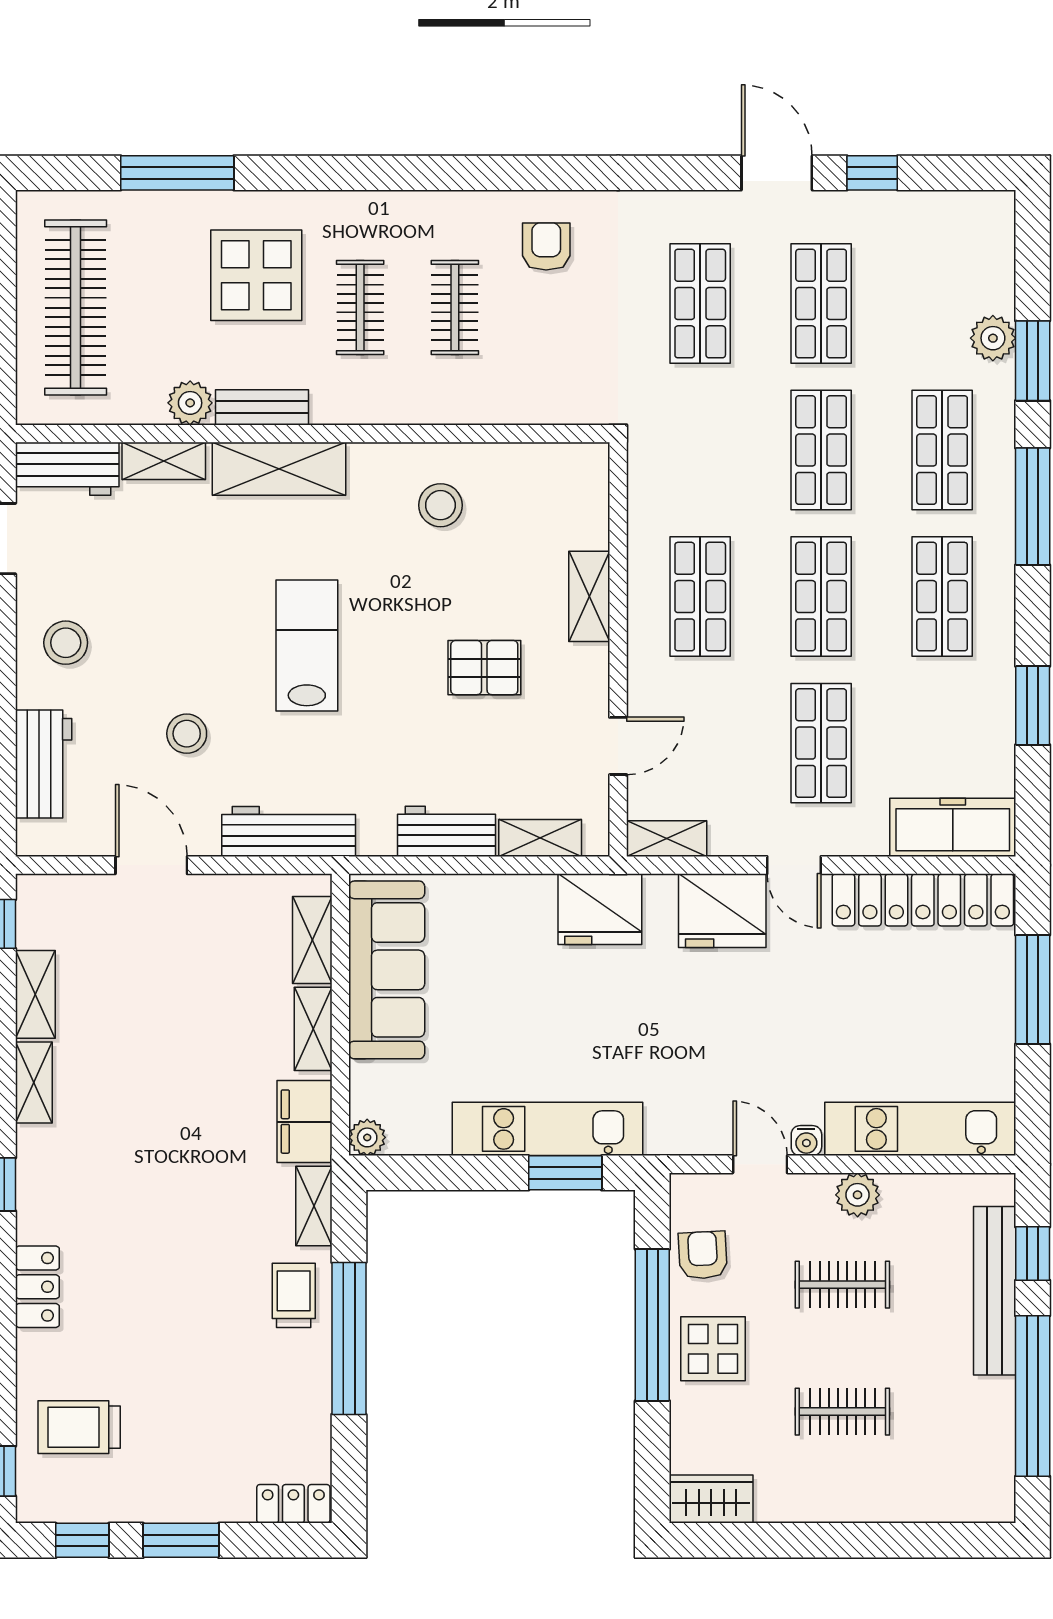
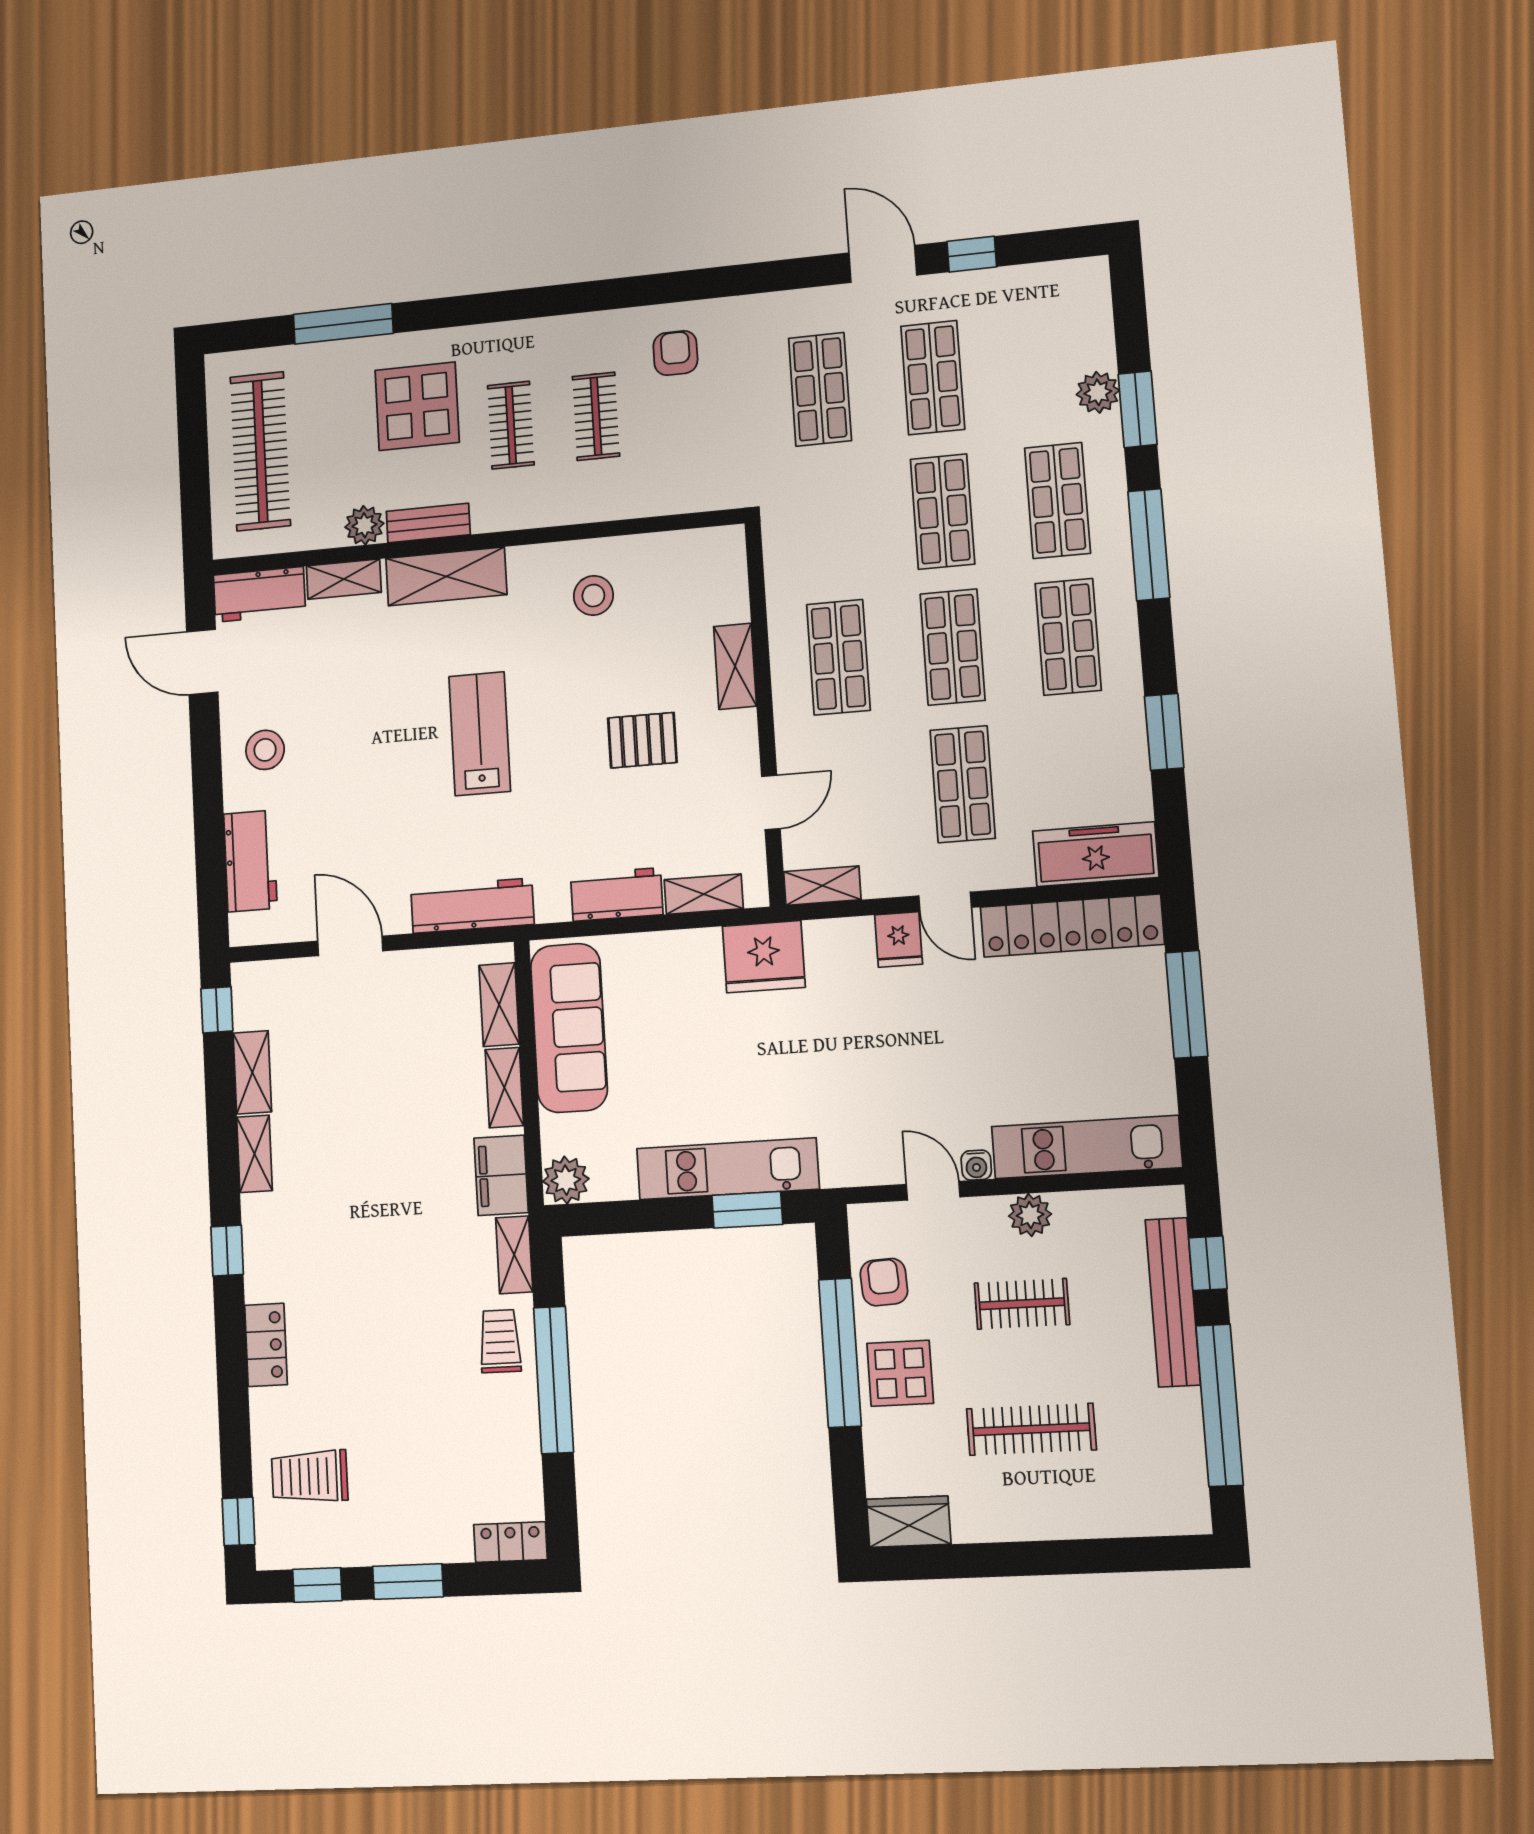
stool: (187, 734) -> (376, 823), removed
fridge: (722, 911) -> (899, 940), width x0.53, depth x0.75
plant: (367, 1137) -> (566, 1180), width x1.38, depth x1.38
clothes rail: (842, 1412) -> (1031, 1429), width x1.36

